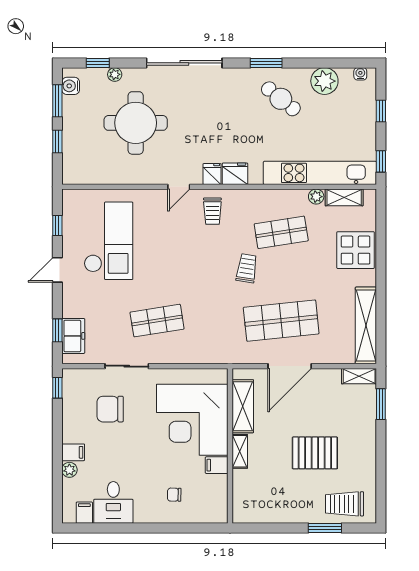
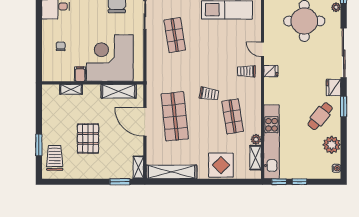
window: (381, 111) -> (300, 182), moved
fridge: (235, 174) -> (333, 87), moved, turned 180
shelving: (240, 451) -> (71, 89), moved

